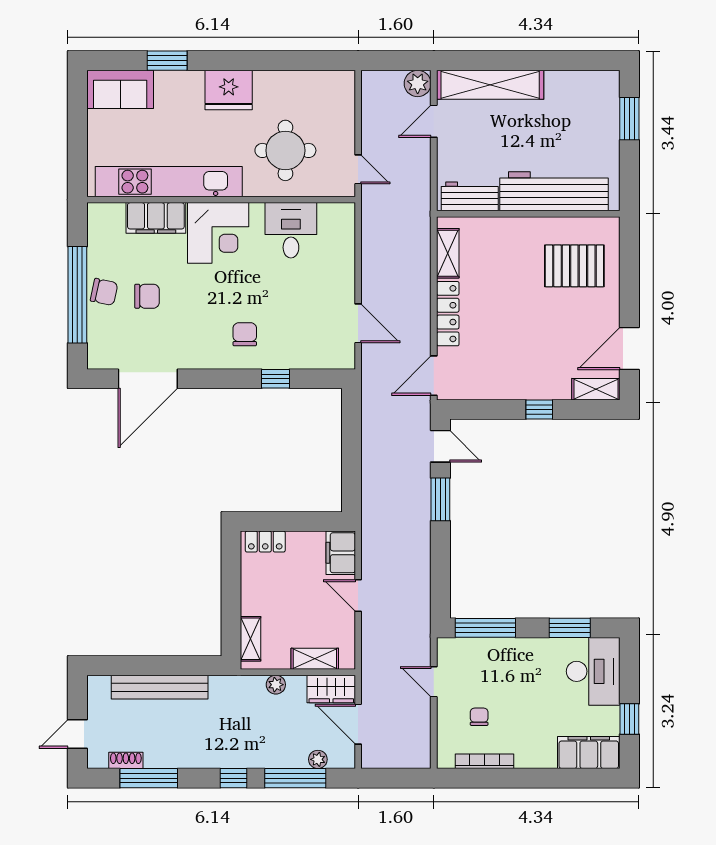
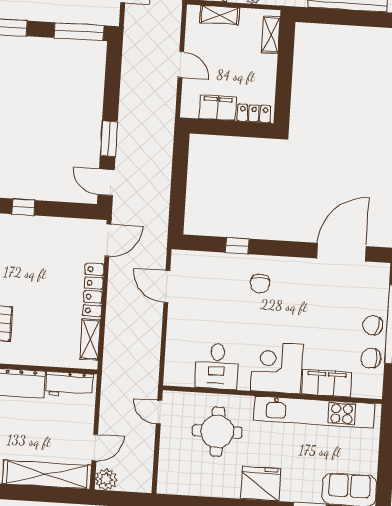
chair: (147, 296) -> (371, 358), moved
filing cabinet: (341, 553) -> (218, 108), moved, turned -90

